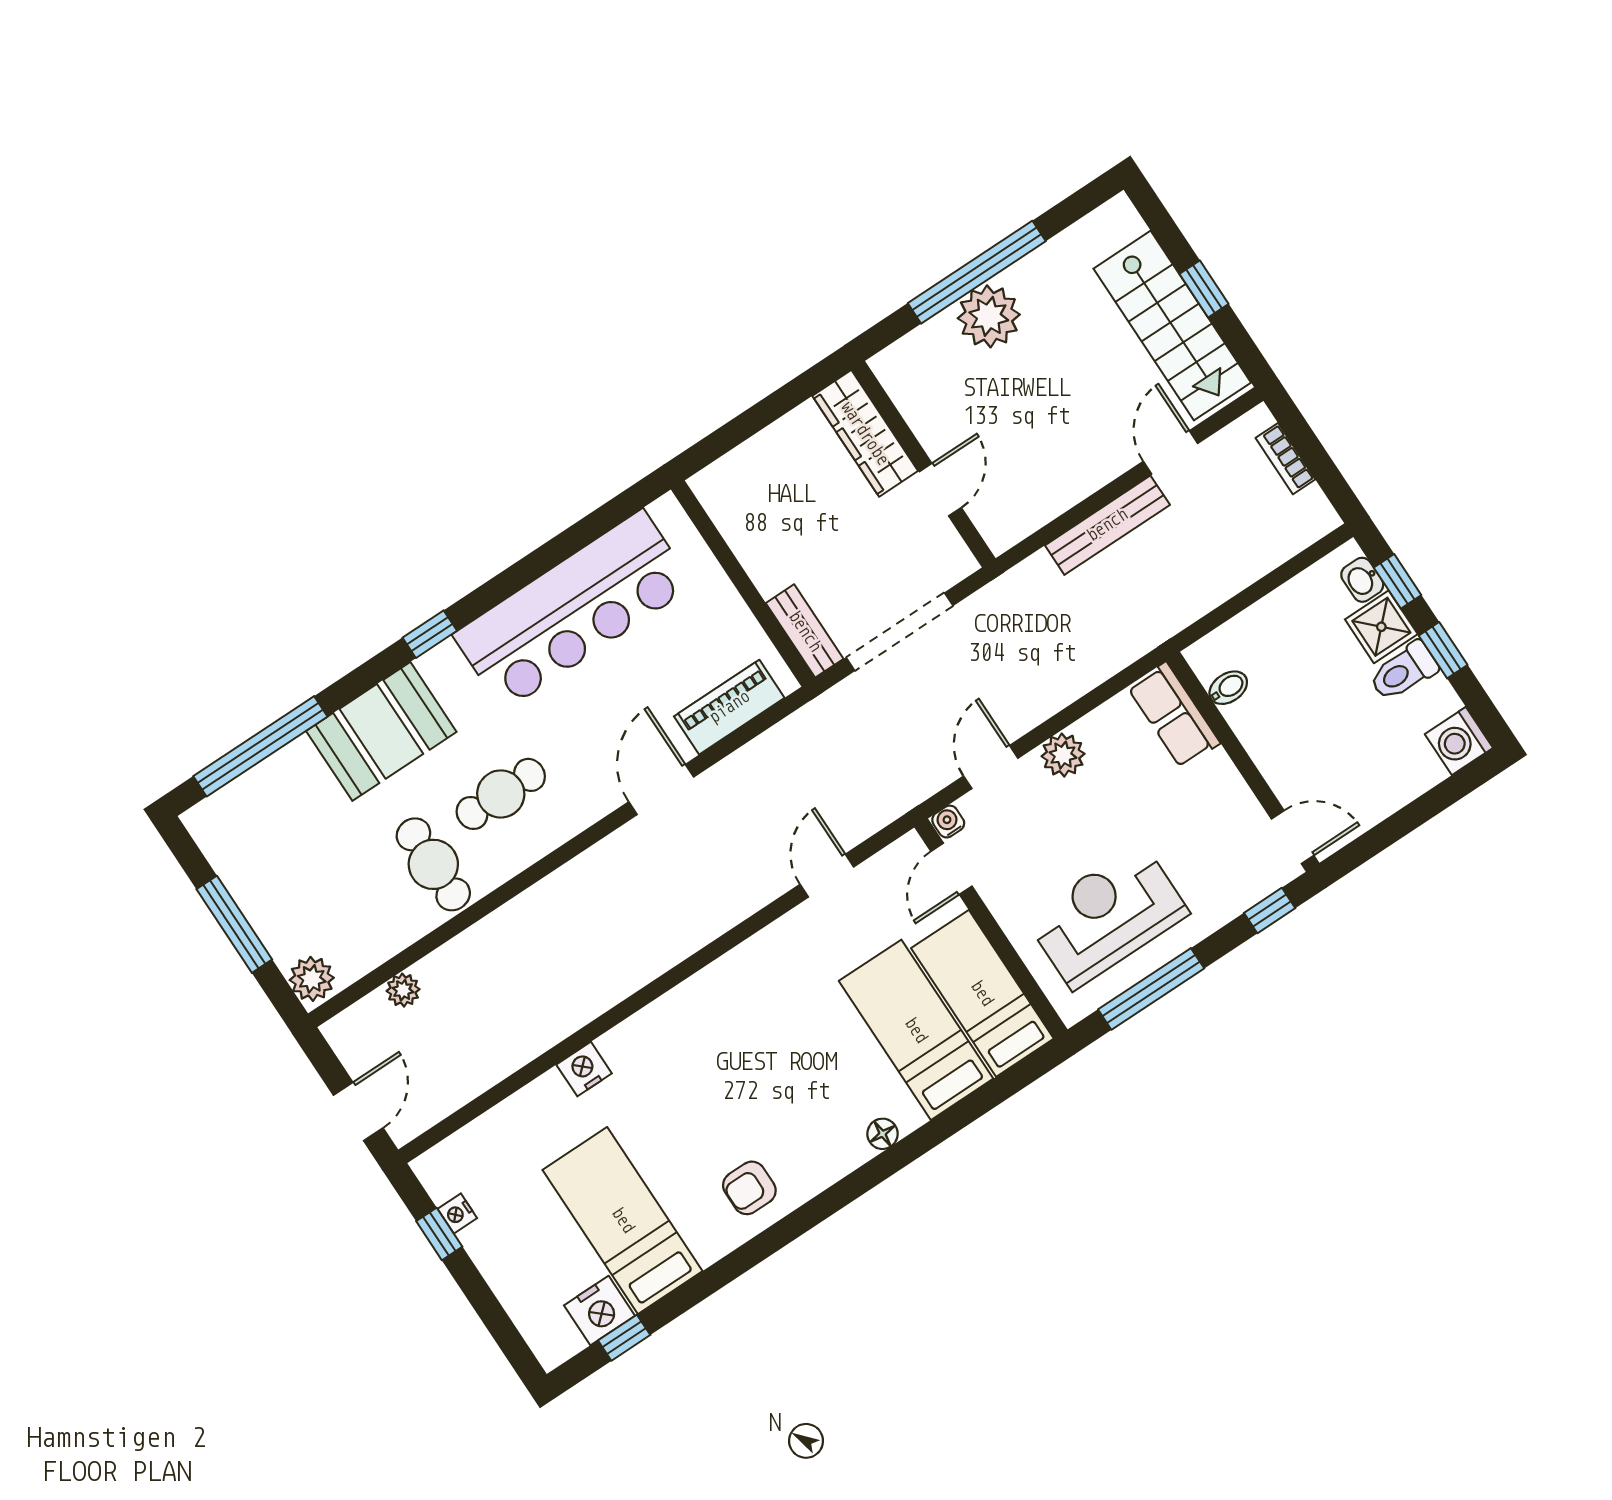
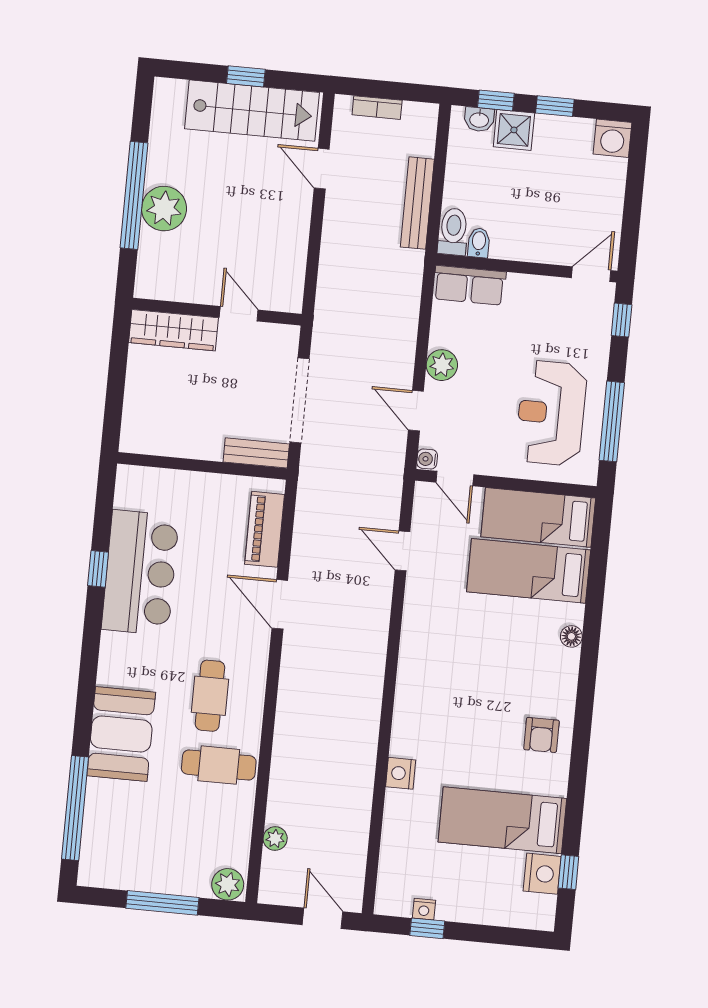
bench: (1107, 525) -> (417, 203), moved
bar counter: (573, 610) -> (140, 573), width x0.73
window: (430, 634) -> (98, 569), moved
toilet: (1403, 671) -> (453, 232), moved, turned 180

